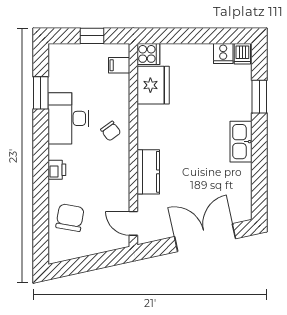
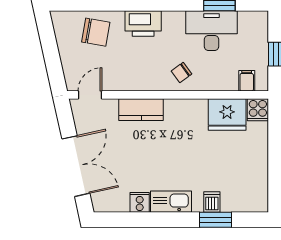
cooker: (223, 53) -> (140, 202), moved, turned 90
dishwasher: (242, 54) -> (212, 202), moved, turned 90
desk: (68, 118) -> (212, 31), moved
printer: (57, 170) -> (143, 23), width x1.87, depth x1.48

